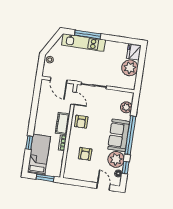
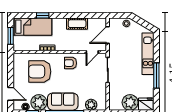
window: (88, 35) -> (156, 75), moved
cot: (63, 124) -> (77, 24), moved
armchair: (85, 154) -> (40, 71), width x1.88, depth x1.88
door: (103, 187) -> (11, 94), hinge flipped

